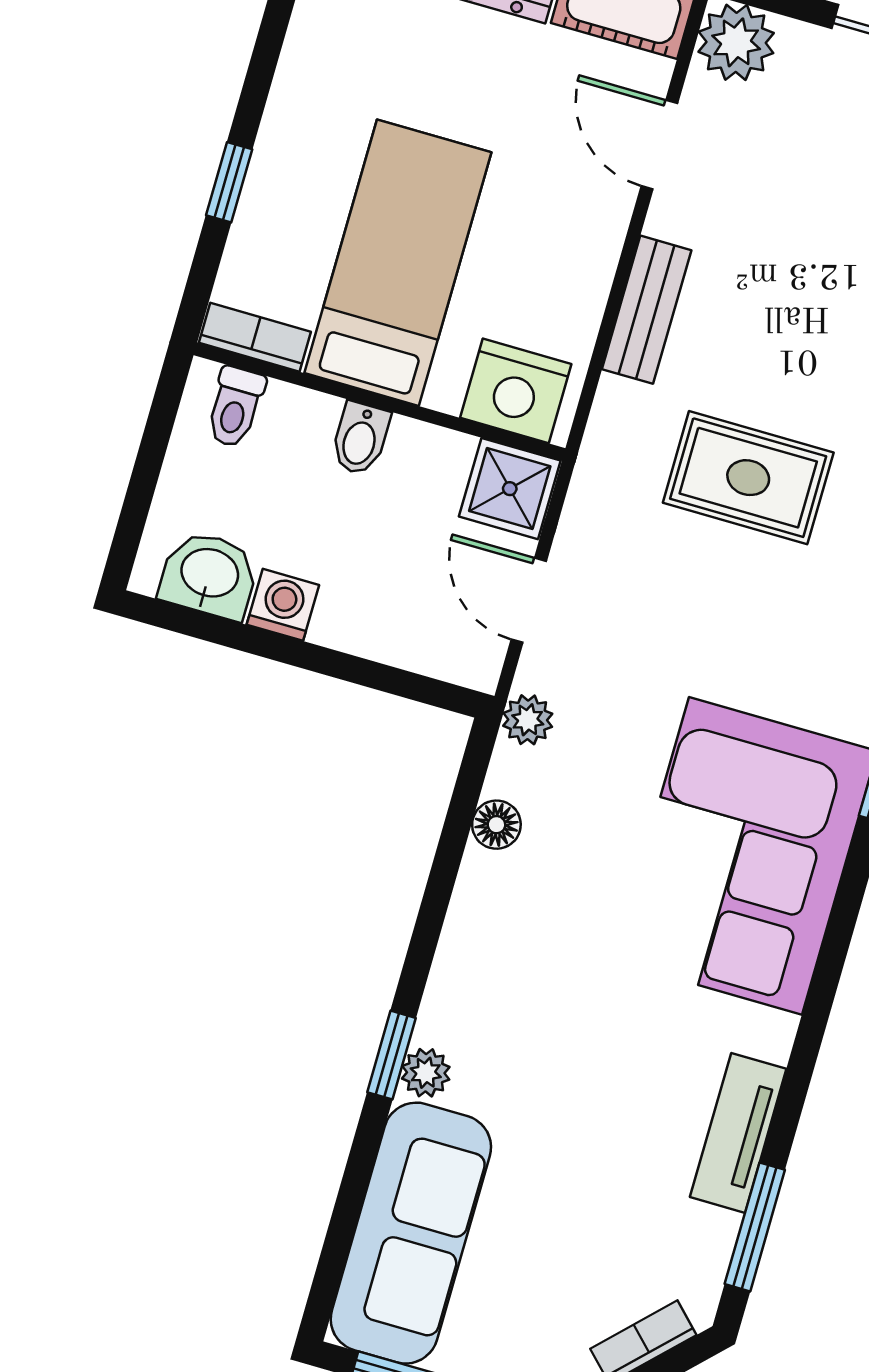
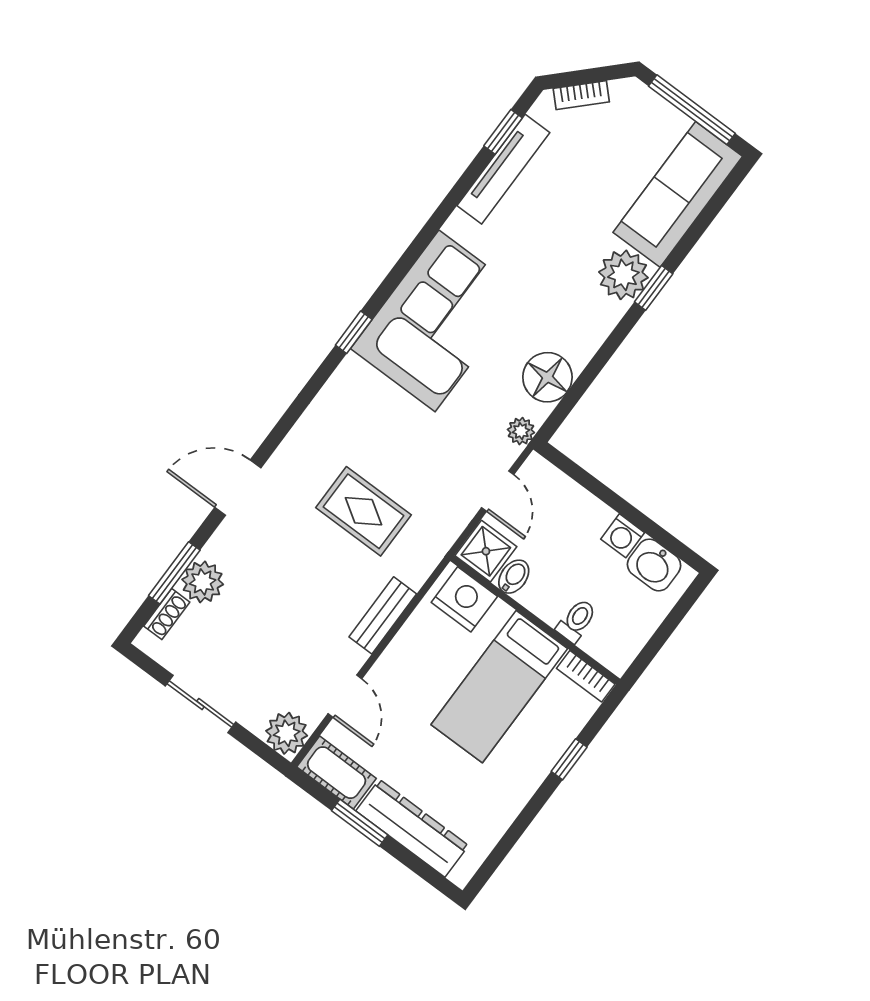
toilet: (235, 407) -> (577, 621), moved
bidet: (360, 439) -> (514, 577), moved
floor lamp: (496, 825) -> (547, 377), width x1.89, depth x1.89
plant: (426, 1073) -> (623, 275), width x1.87, depth x1.87
tv unit: (738, 1133) -> (503, 169), width x1.41
window: (755, 1227) -> (503, 132), width x0.67

